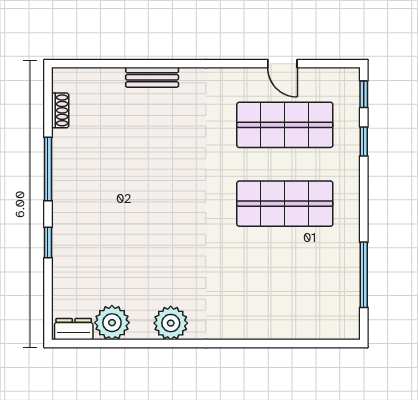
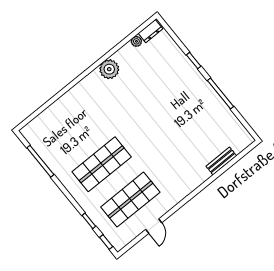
door: (282, 64) -> (154, 226), swing flipped
bench: (152, 77) -> (221, 161), moved
shoe rack: (60, 110) -> (236, 124), removed
plant: (112, 323) -> (136, 41), width x0.53, depth x0.53

